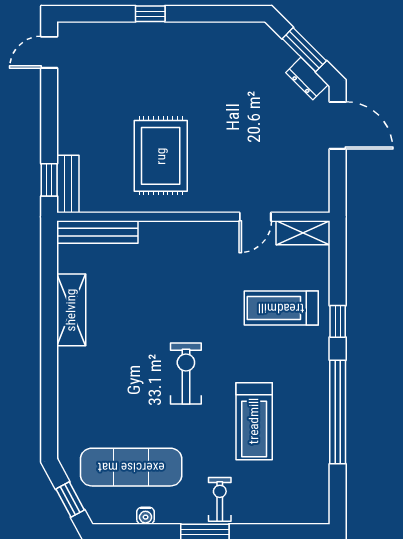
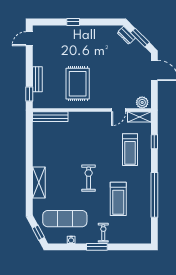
dresser: (307, 79) -> (126, 35), moved
bench: (68, 184) -> (37, 79), moved
plant: (309, 199) -> (142, 102), added
treadmill: (281, 308) -> (130, 150), turned -90
shelving: (71, 310) -> (39, 182), moved
window: (338, 321) -> (154, 142), moved

